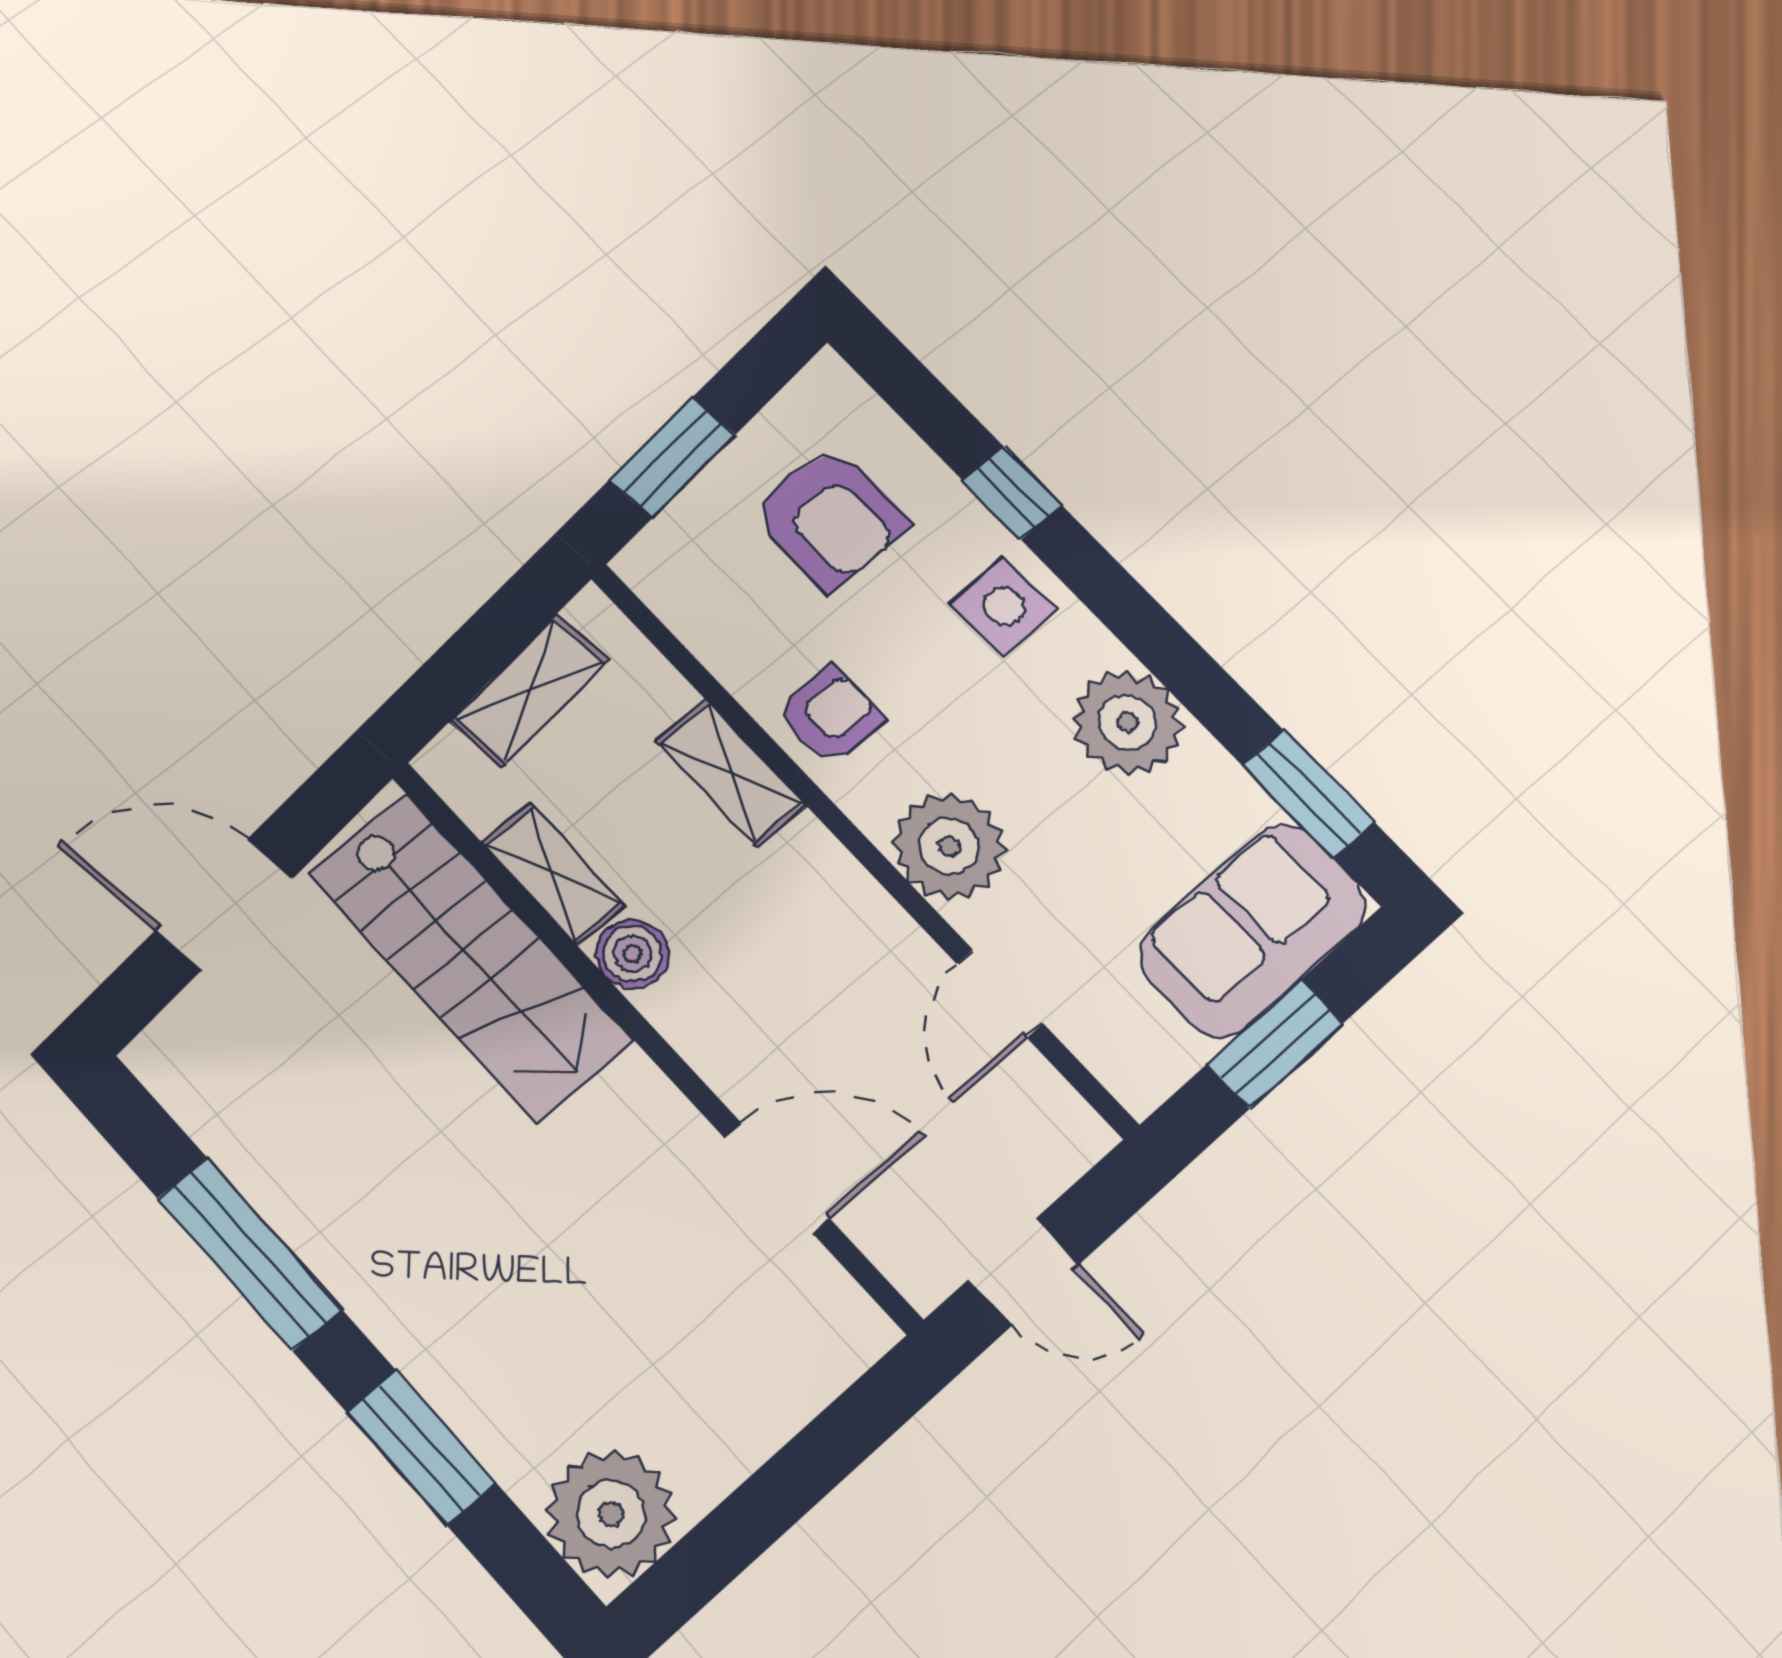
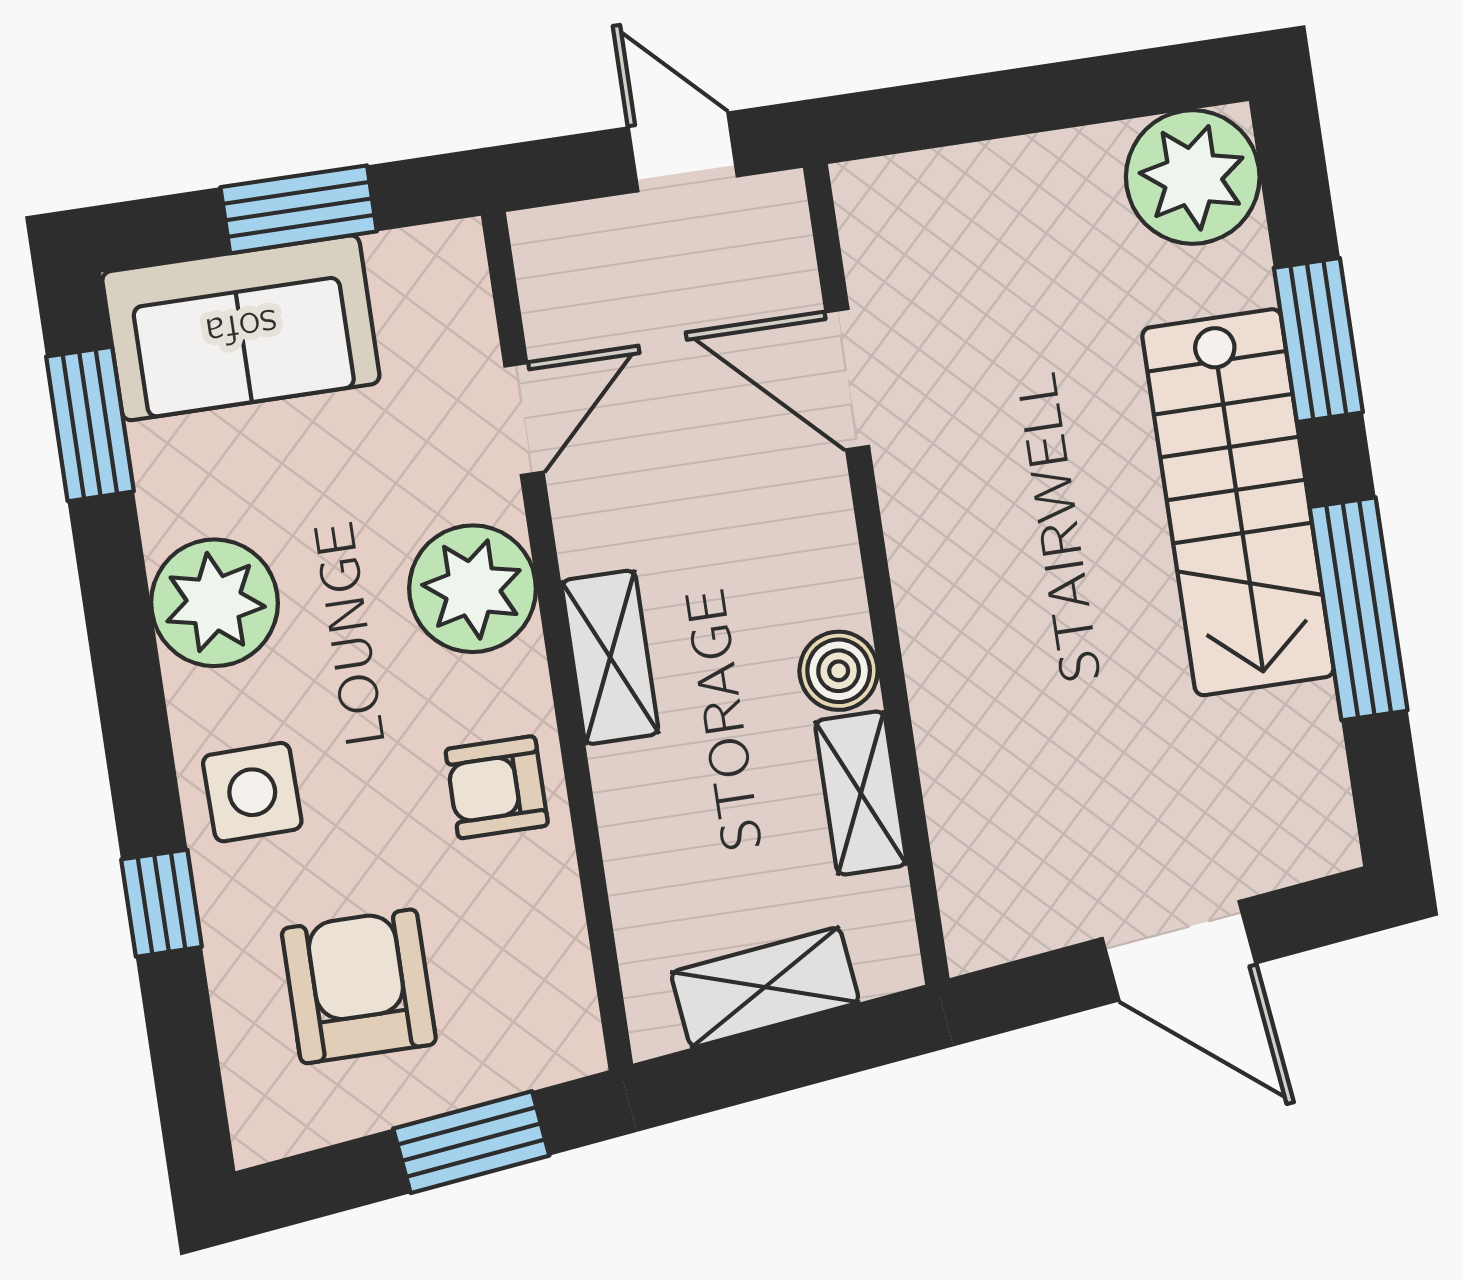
shelving: (731, 773) -> (610, 657), moved
stairs: (471, 957) -> (1238, 502), moved, turned 180

